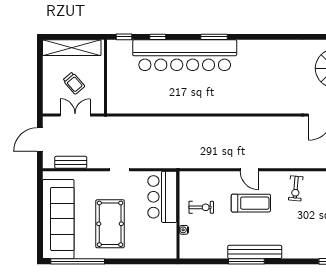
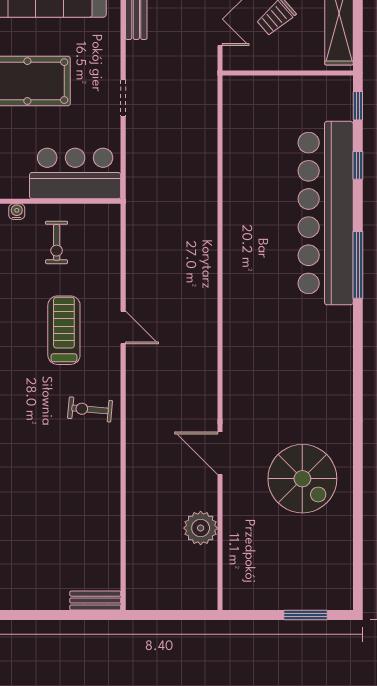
window: (214, 37) -> (358, 265), width x1.44
door: (249, 170) -> (123, 328), swing flipped
treadmill: (251, 203) -> (64, 330), turned 180

